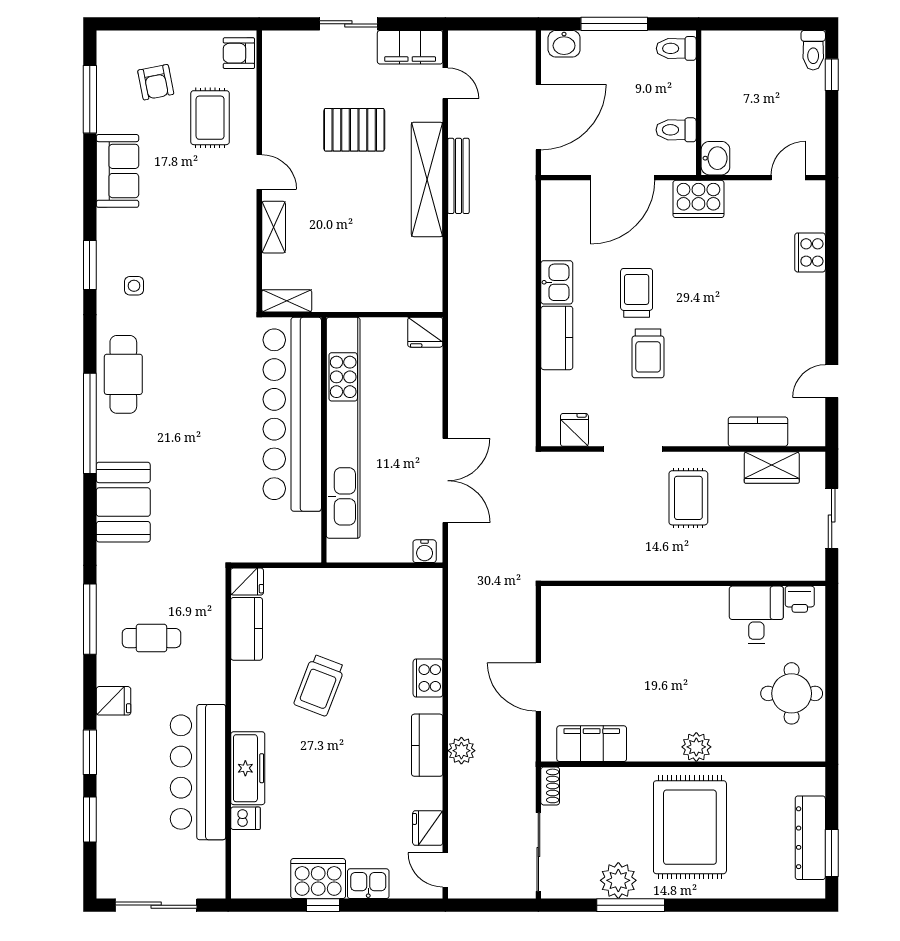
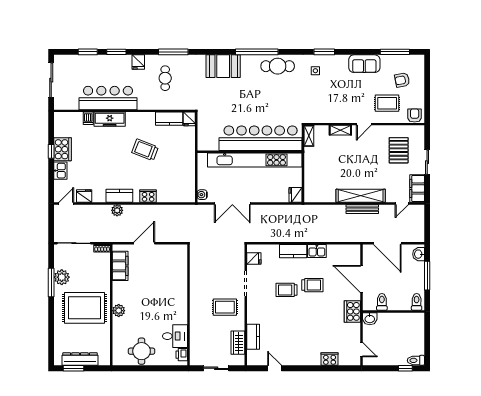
pallet: (354, 130) -> (399, 150), moved

